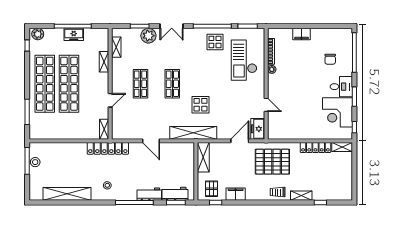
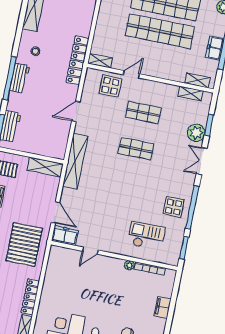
checkout: (244, 60) -> (146, 236), width x0.73, depth x0.83
shelving: (104, 62) -> (198, 80), moved
door: (110, 100) -> (131, 74), swing flipped
display table: (200, 105) -> (110, 86), moved
workbench: (149, 194) -> (20, 78), moved

